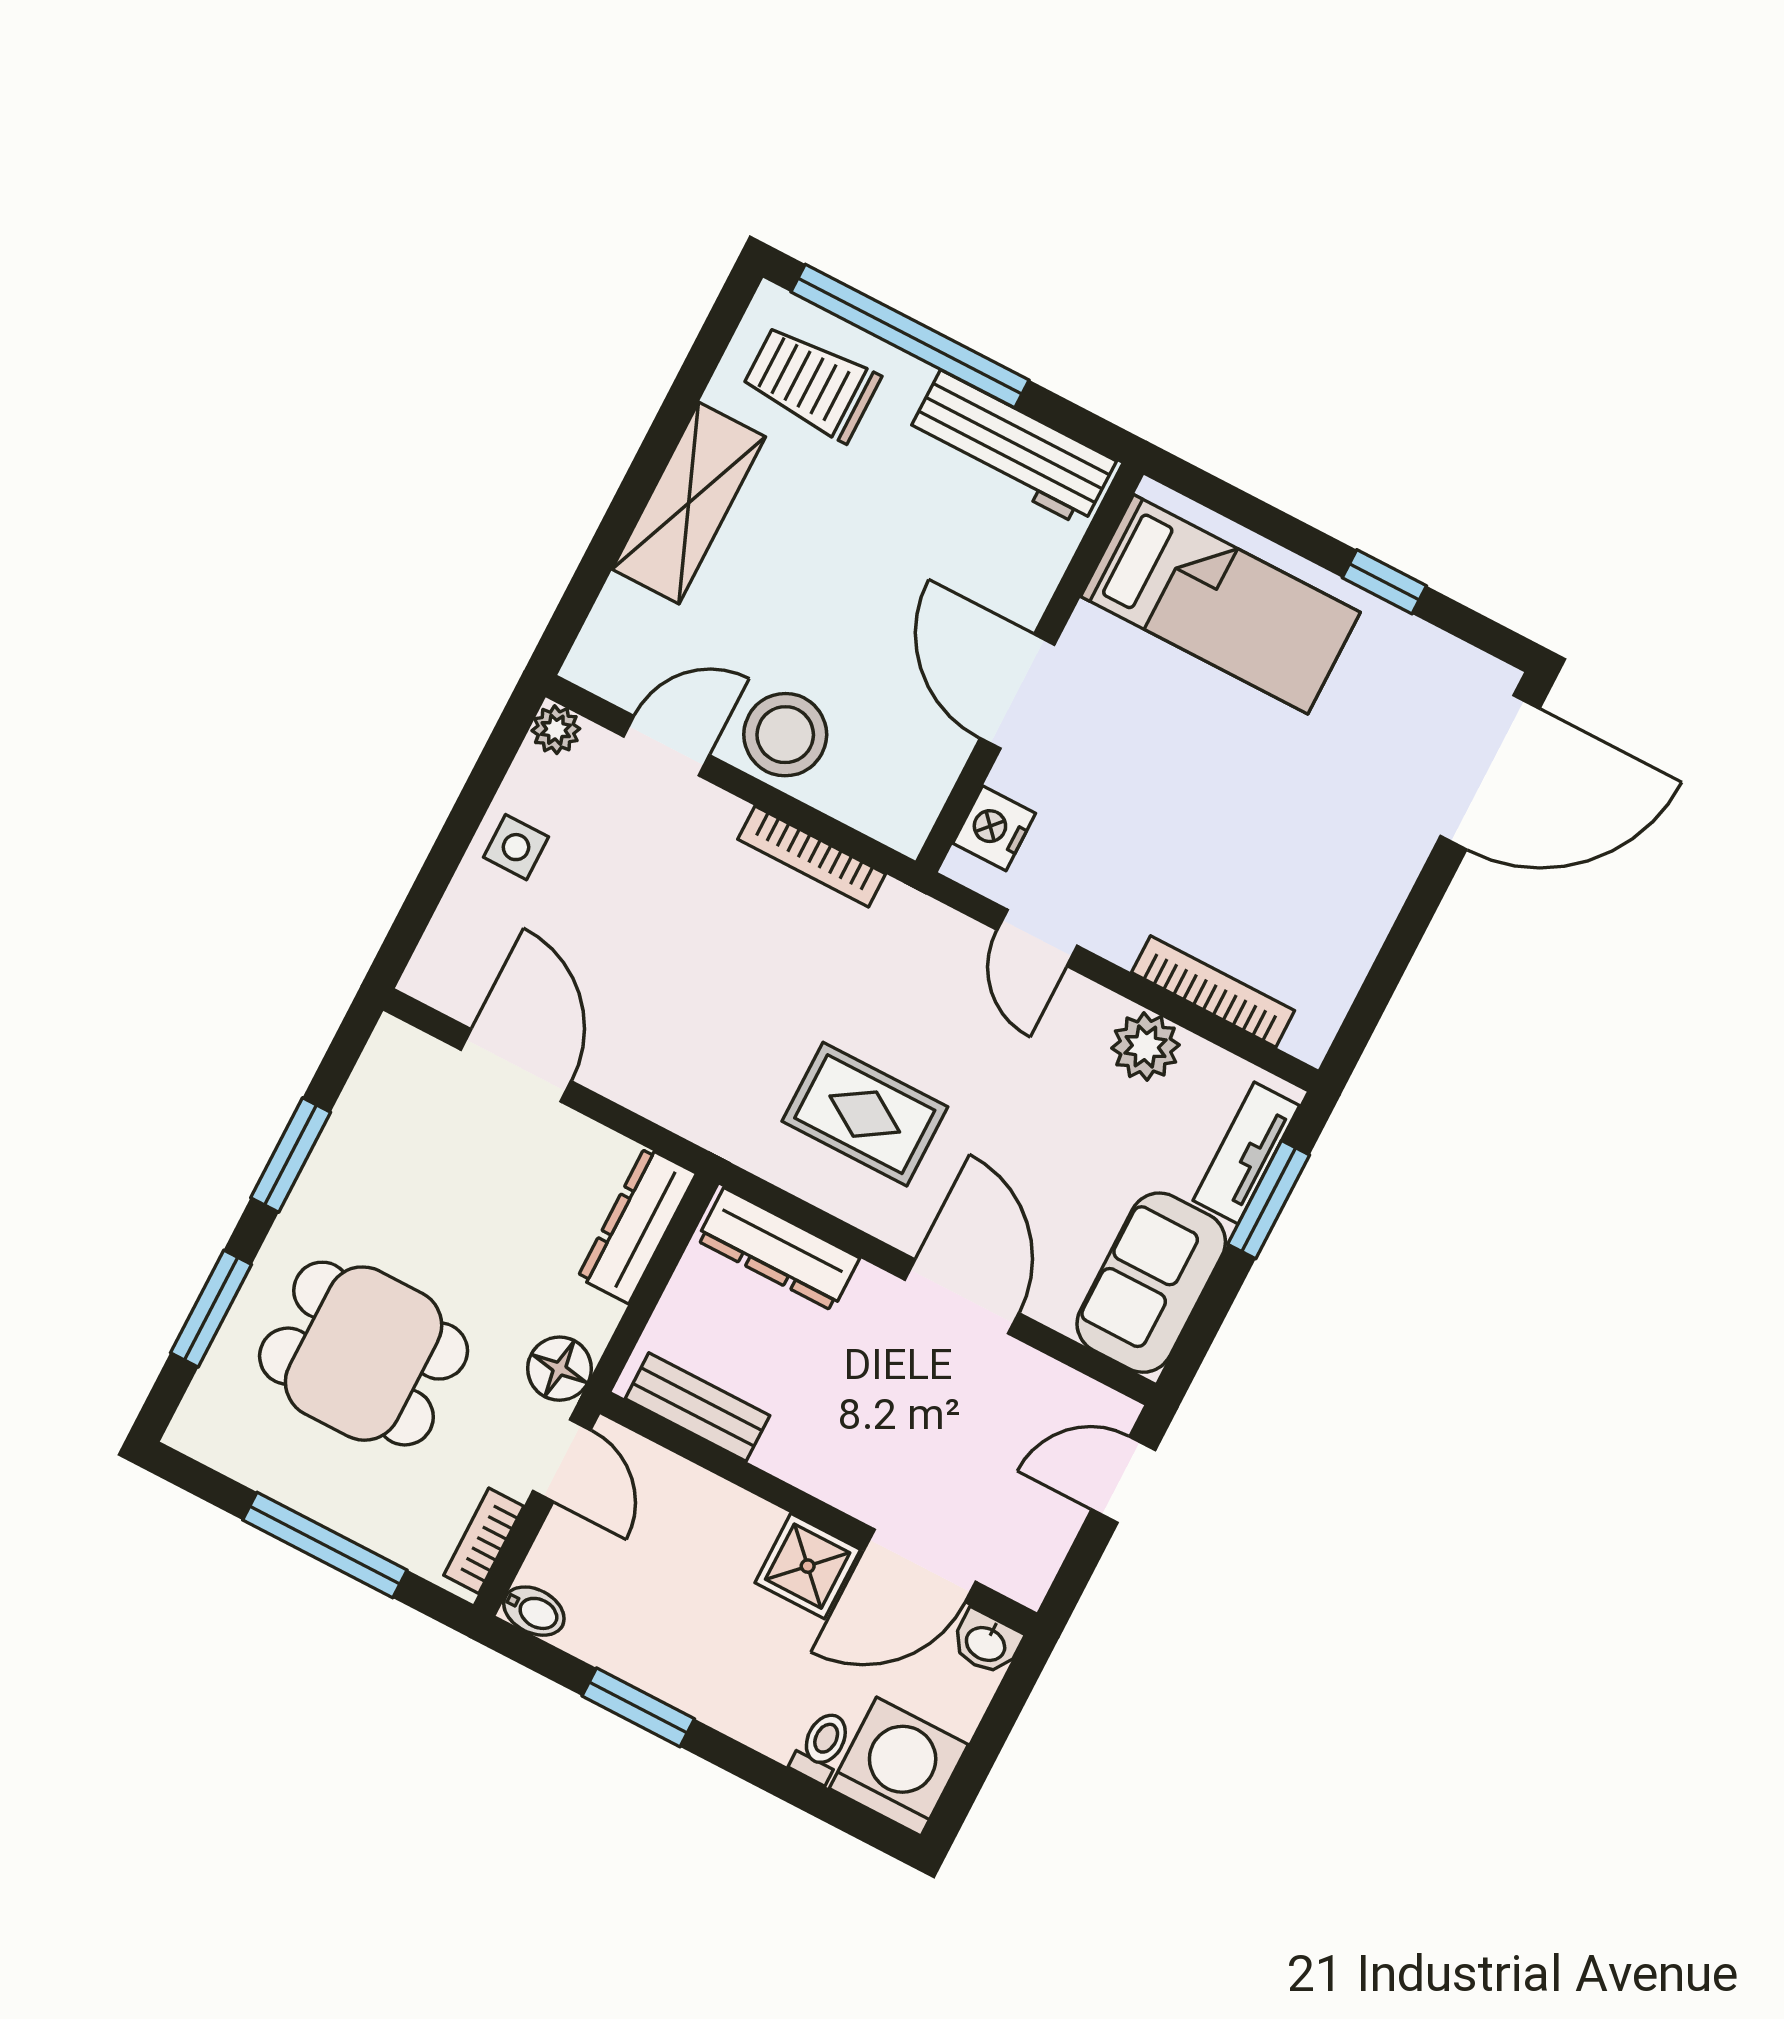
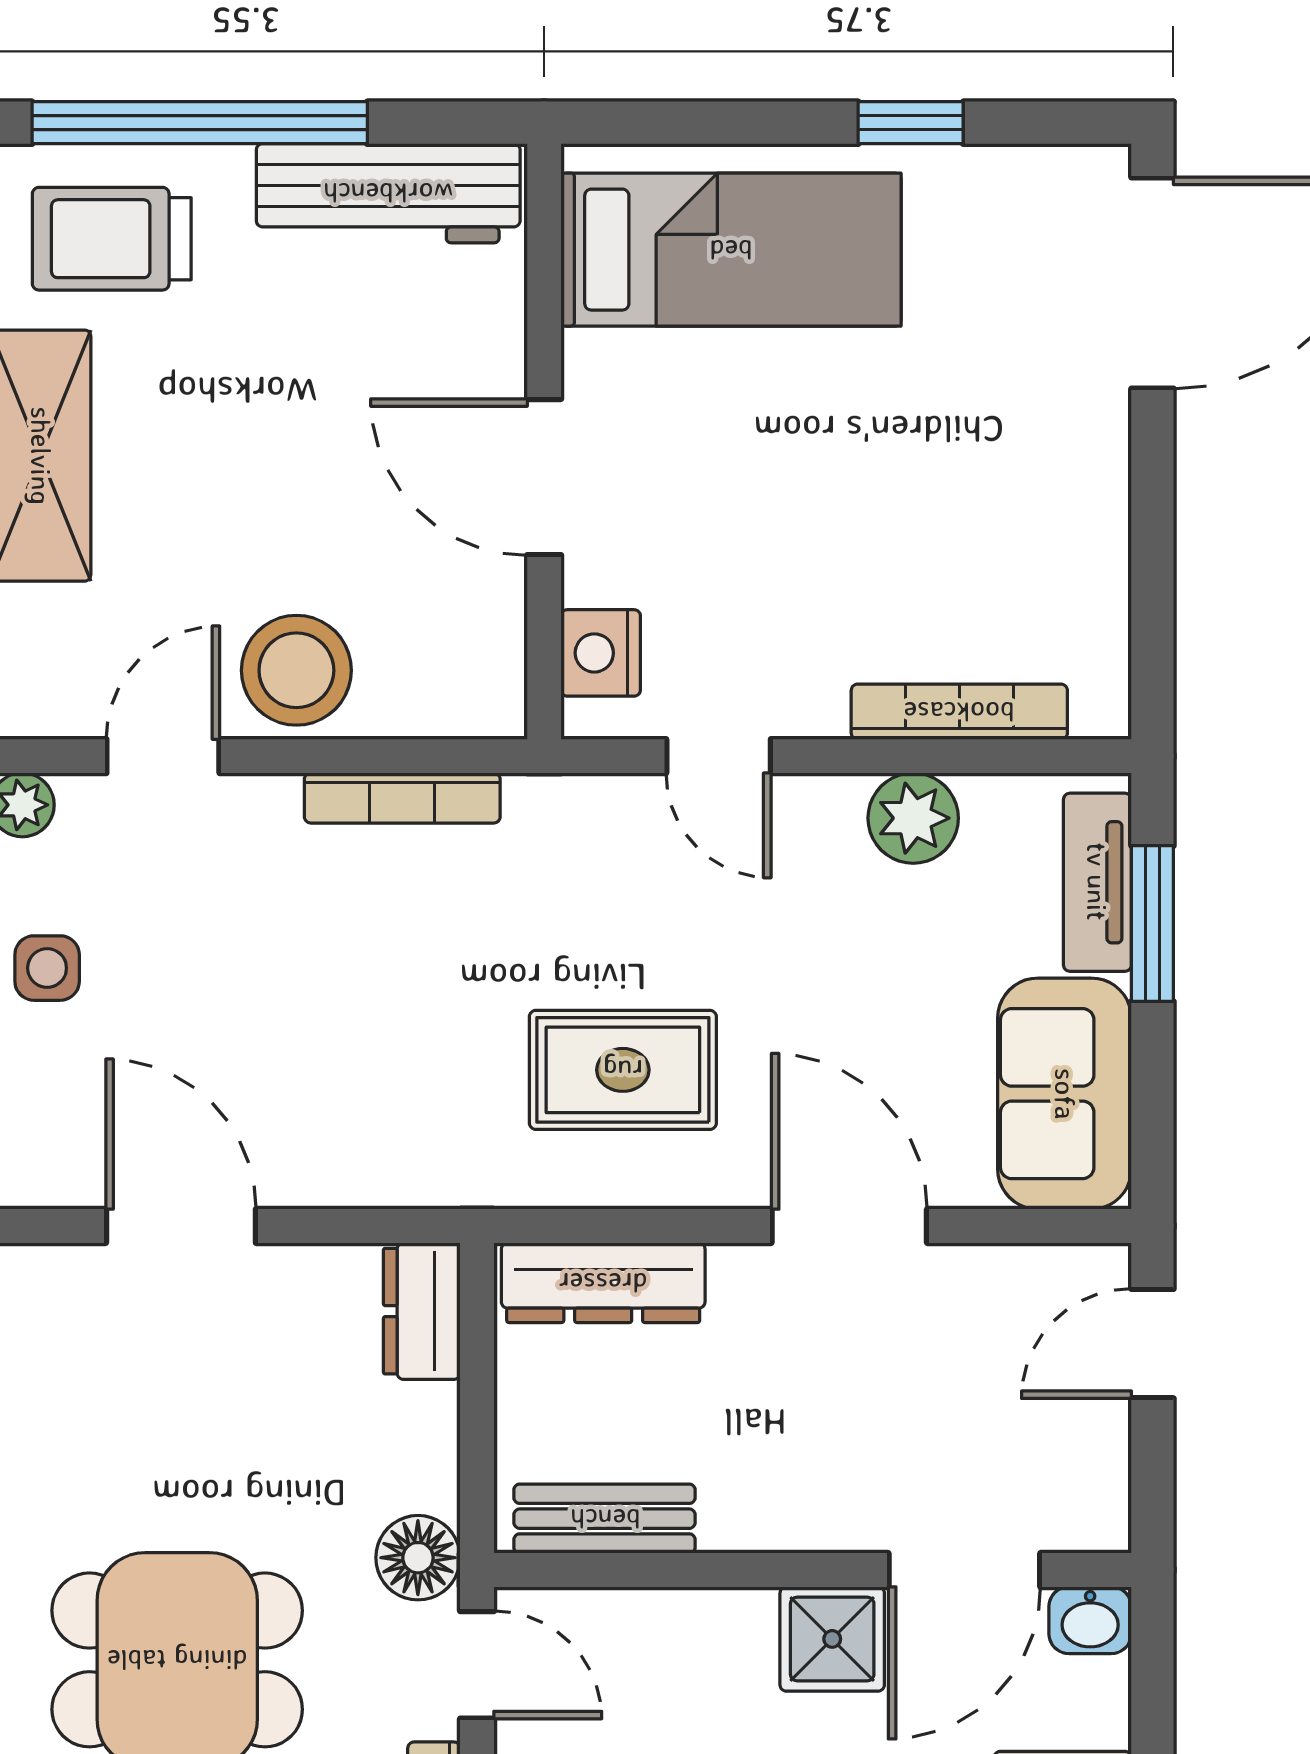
dresser: (637, 1225) -> (422, 1311), width x0.70

